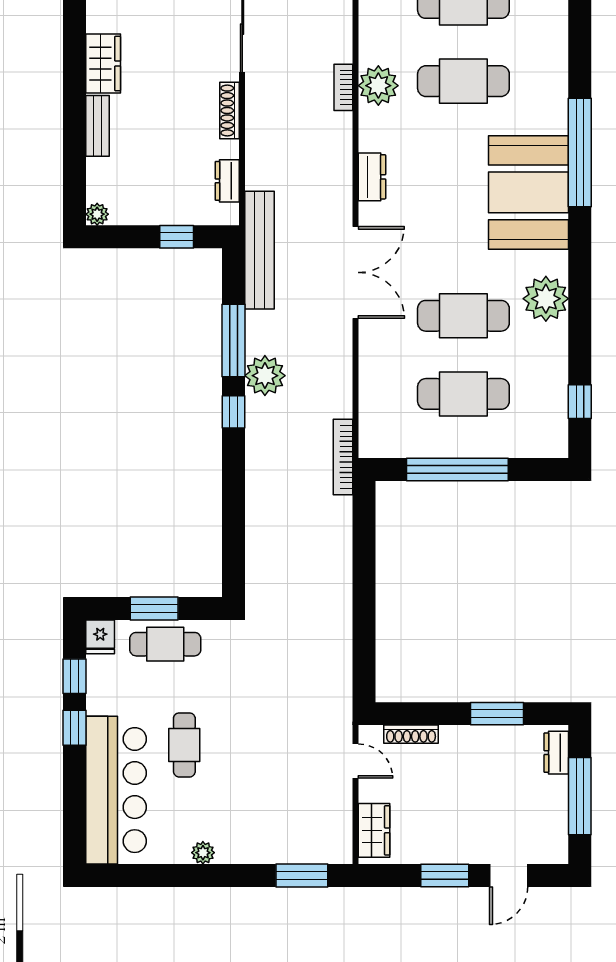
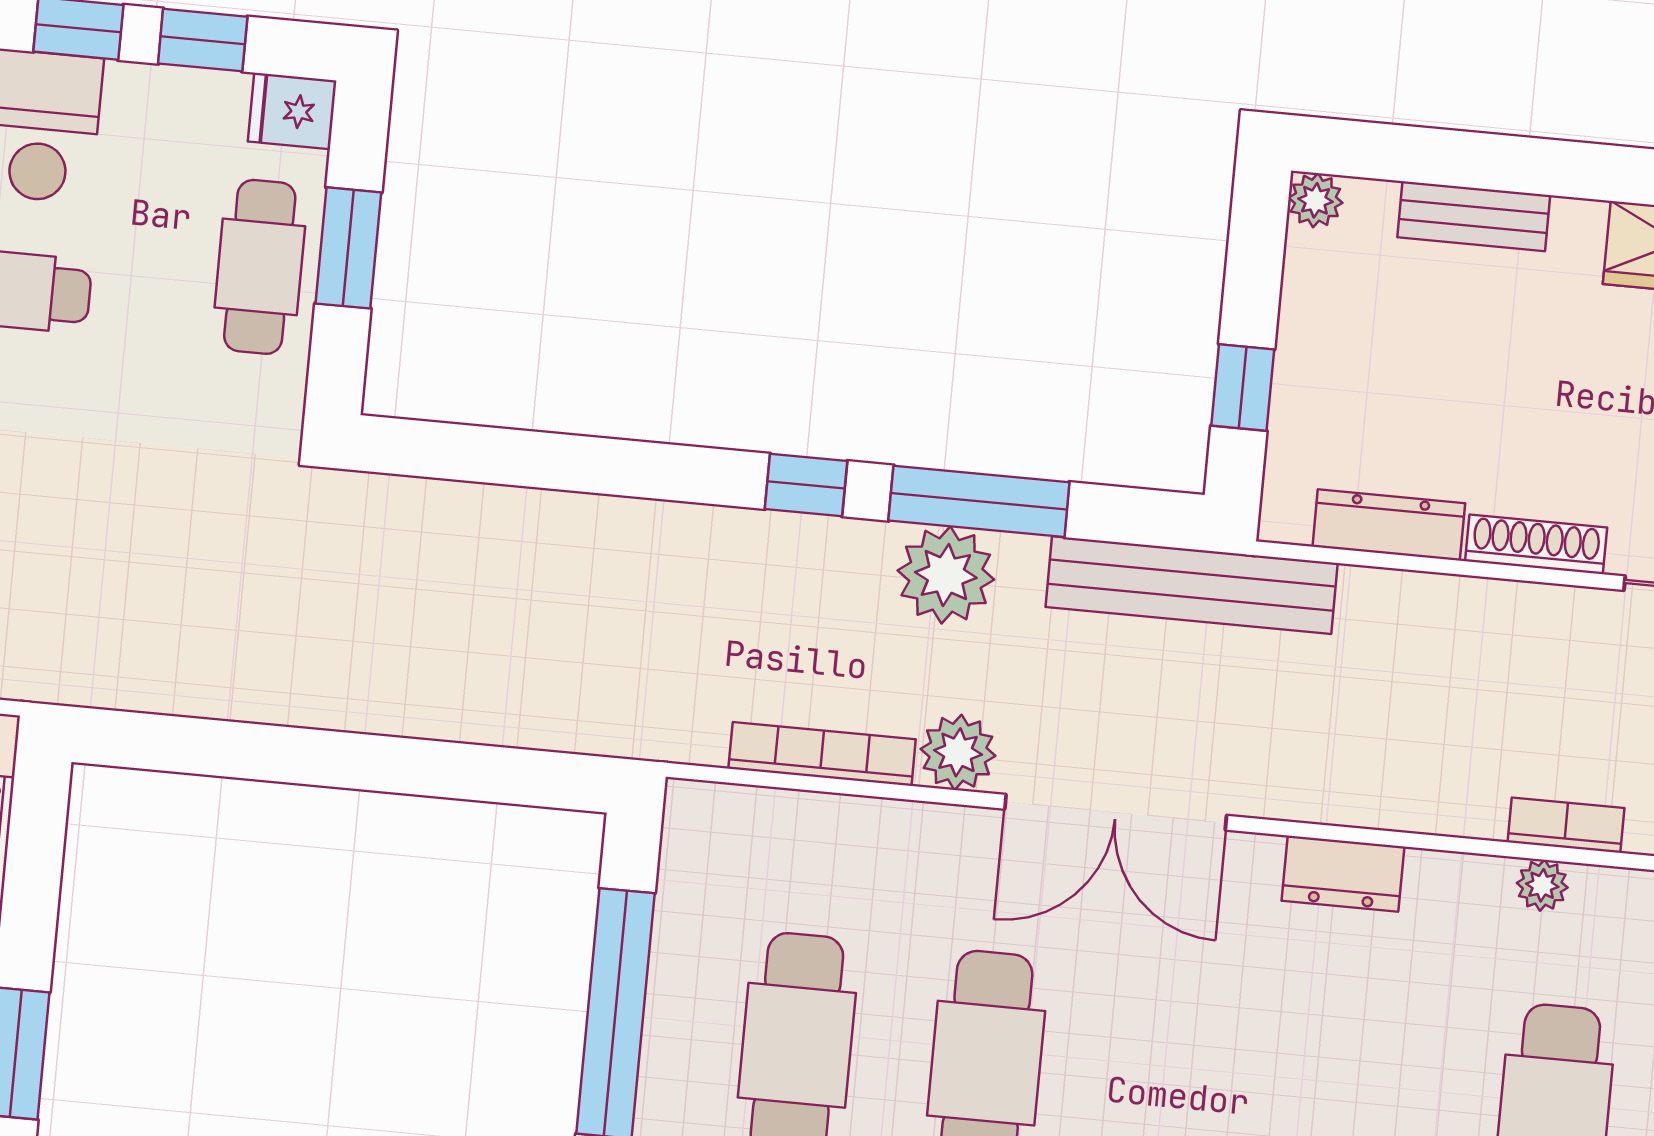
plant: (378, 86) -> (1542, 885), width x0.53, depth x0.53
bench: (98, 126) -> (1474, 216), moved
dresser: (227, 181) -> (1389, 525), width x1.44
plant: (337, 339) -> (958, 752), added
plant: (265, 376) -> (946, 575), moved
bookcase: (343, 457) -> (822, 754), moved

